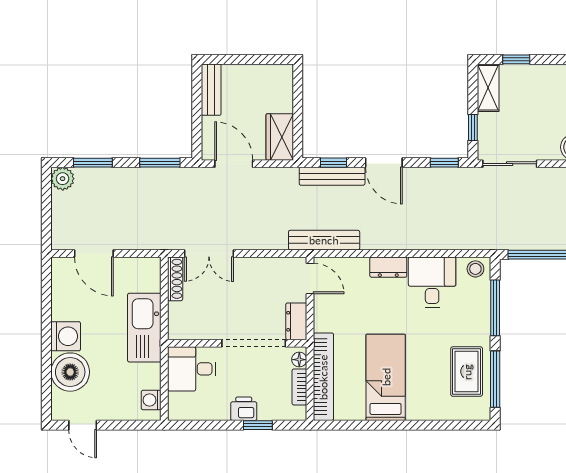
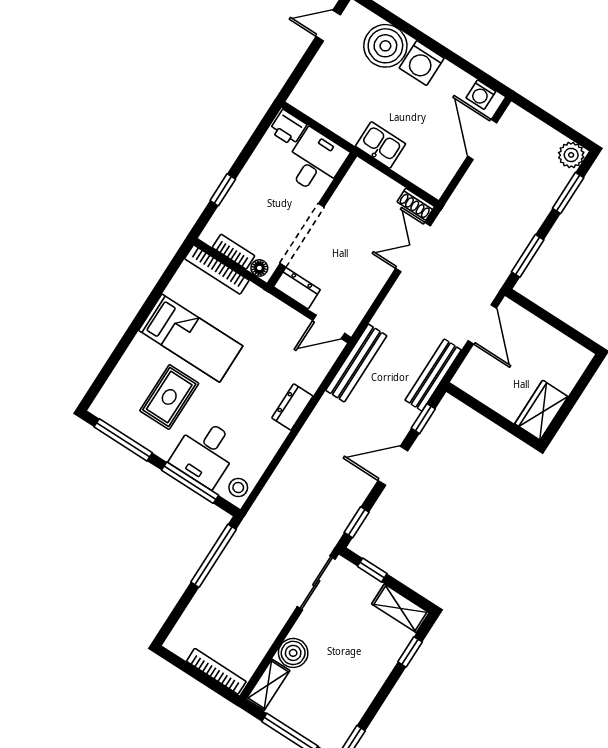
bench: (211, 90) -> (565, 348), removed
wardrobe: (280, 137) -> (541, 410), moved, turned -90
door: (234, 164) -> (482, 324), hinge flipped
bench: (332, 176) -> (433, 375), moved
door: (94, 253) -> (482, 139), hinge flipped
shoe rack: (175, 279) -> (416, 204), width x0.70
desk: (432, 282) -> (205, 453), moved, turned 90
kitchen sink: (144, 328) -> (380, 145), width x0.53, depth x0.81
rug: (467, 372) -> (169, 397), moved, turned 90
bookcase: (323, 377) -> (217, 269), width x0.68, depth x0.76
washing machine: (151, 400) -> (481, 95), moved, turned 180
printer: (244, 409) -> (288, 128), moved, turned 90

